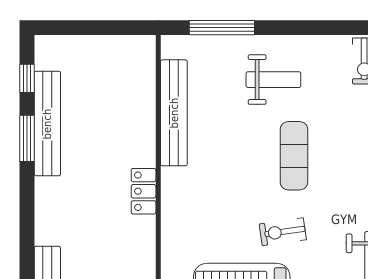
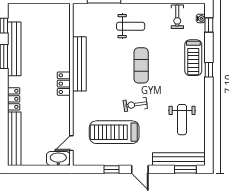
bench: (174, 113) -> (79, 64), moved
locker: (46, 221) -> (14, 99), added

